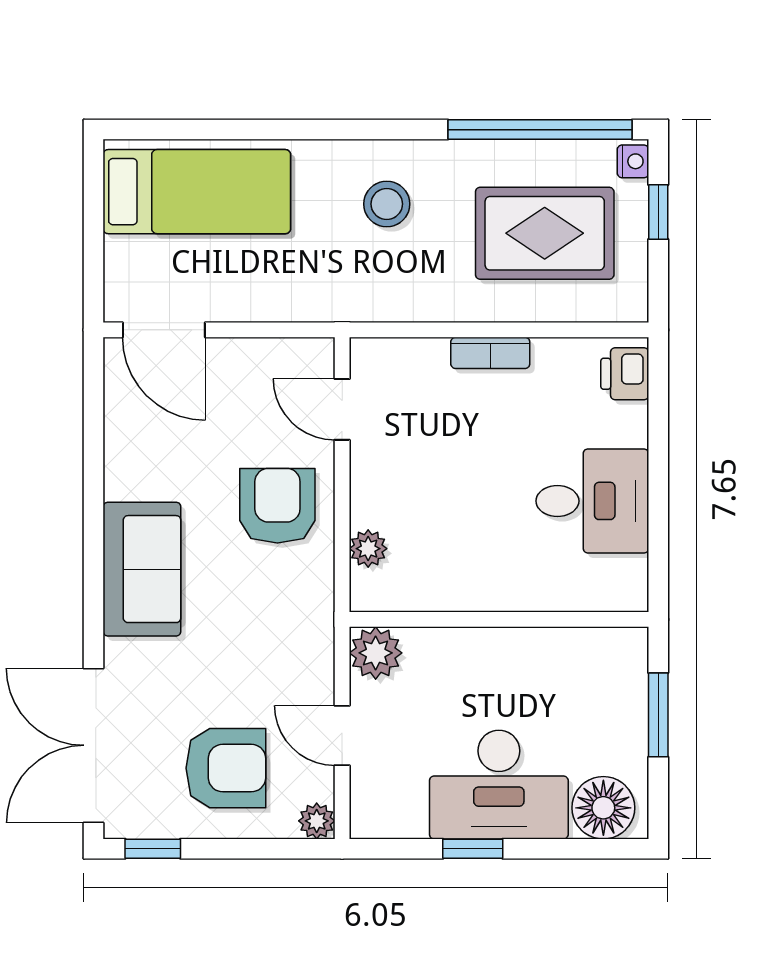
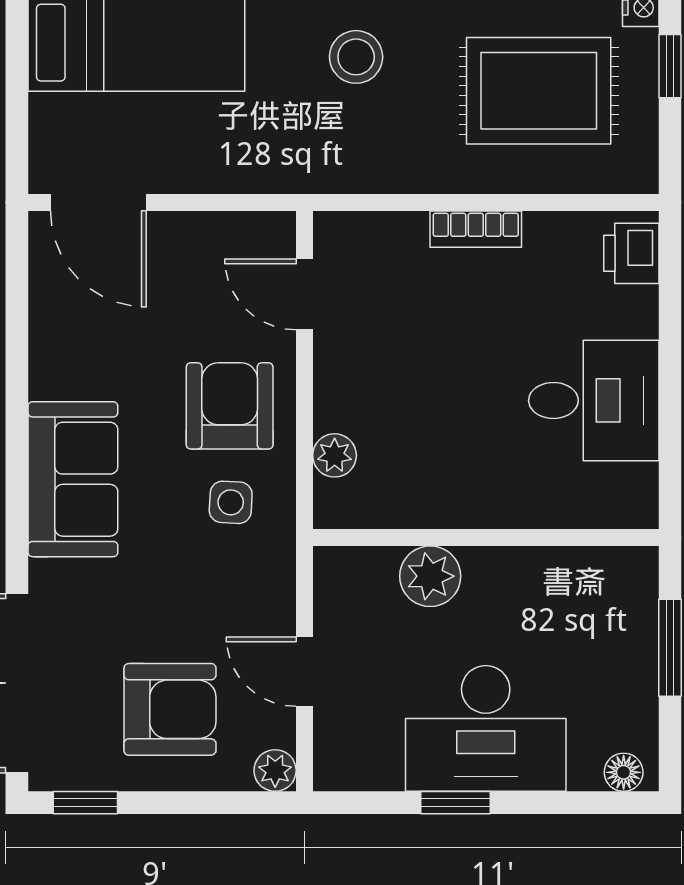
side table: (278, 589) -> (231, 502), added
plant: (376, 653) -> (430, 576), moved
floor lamp: (603, 808) -> (624, 772), width x0.53, depth x0.53

